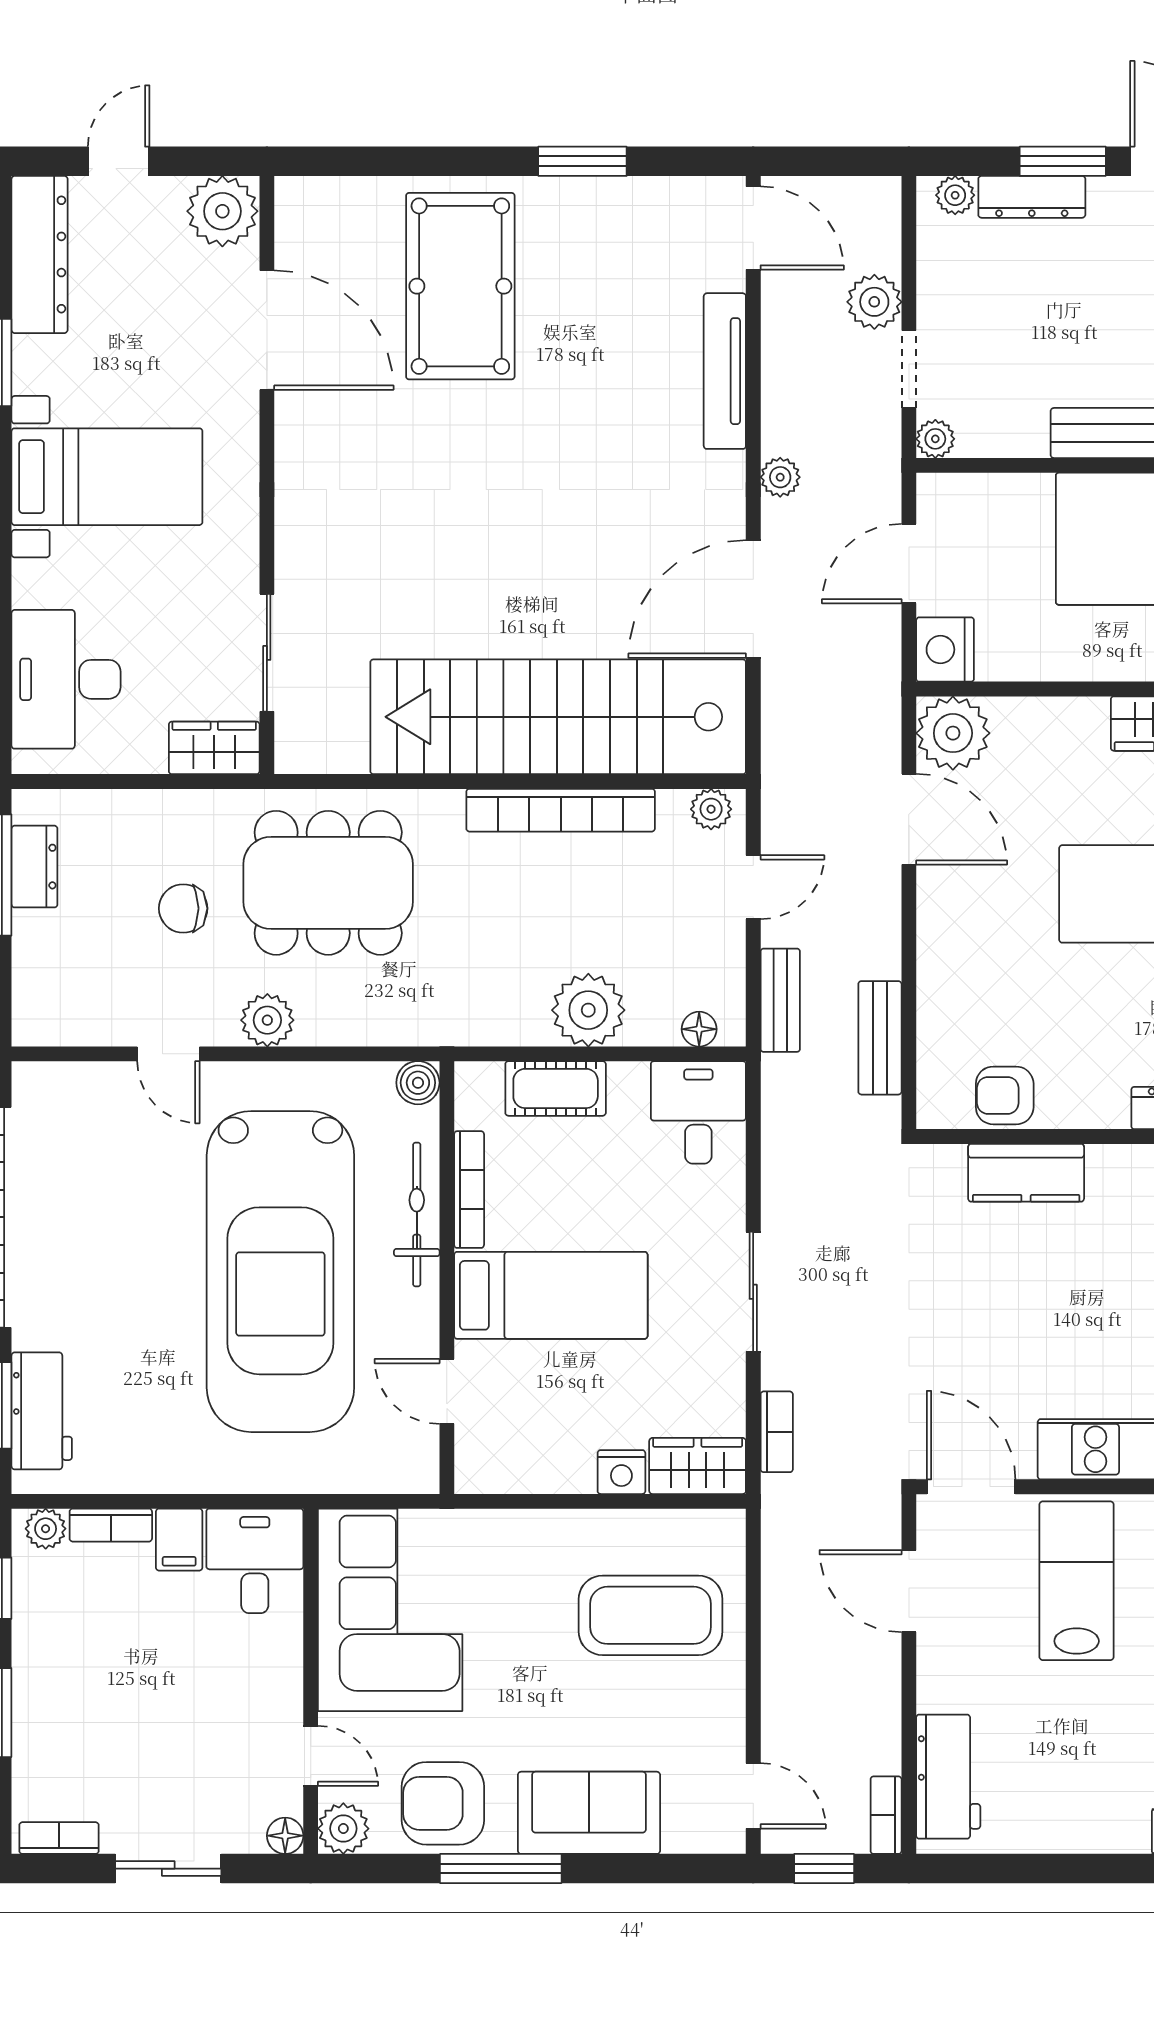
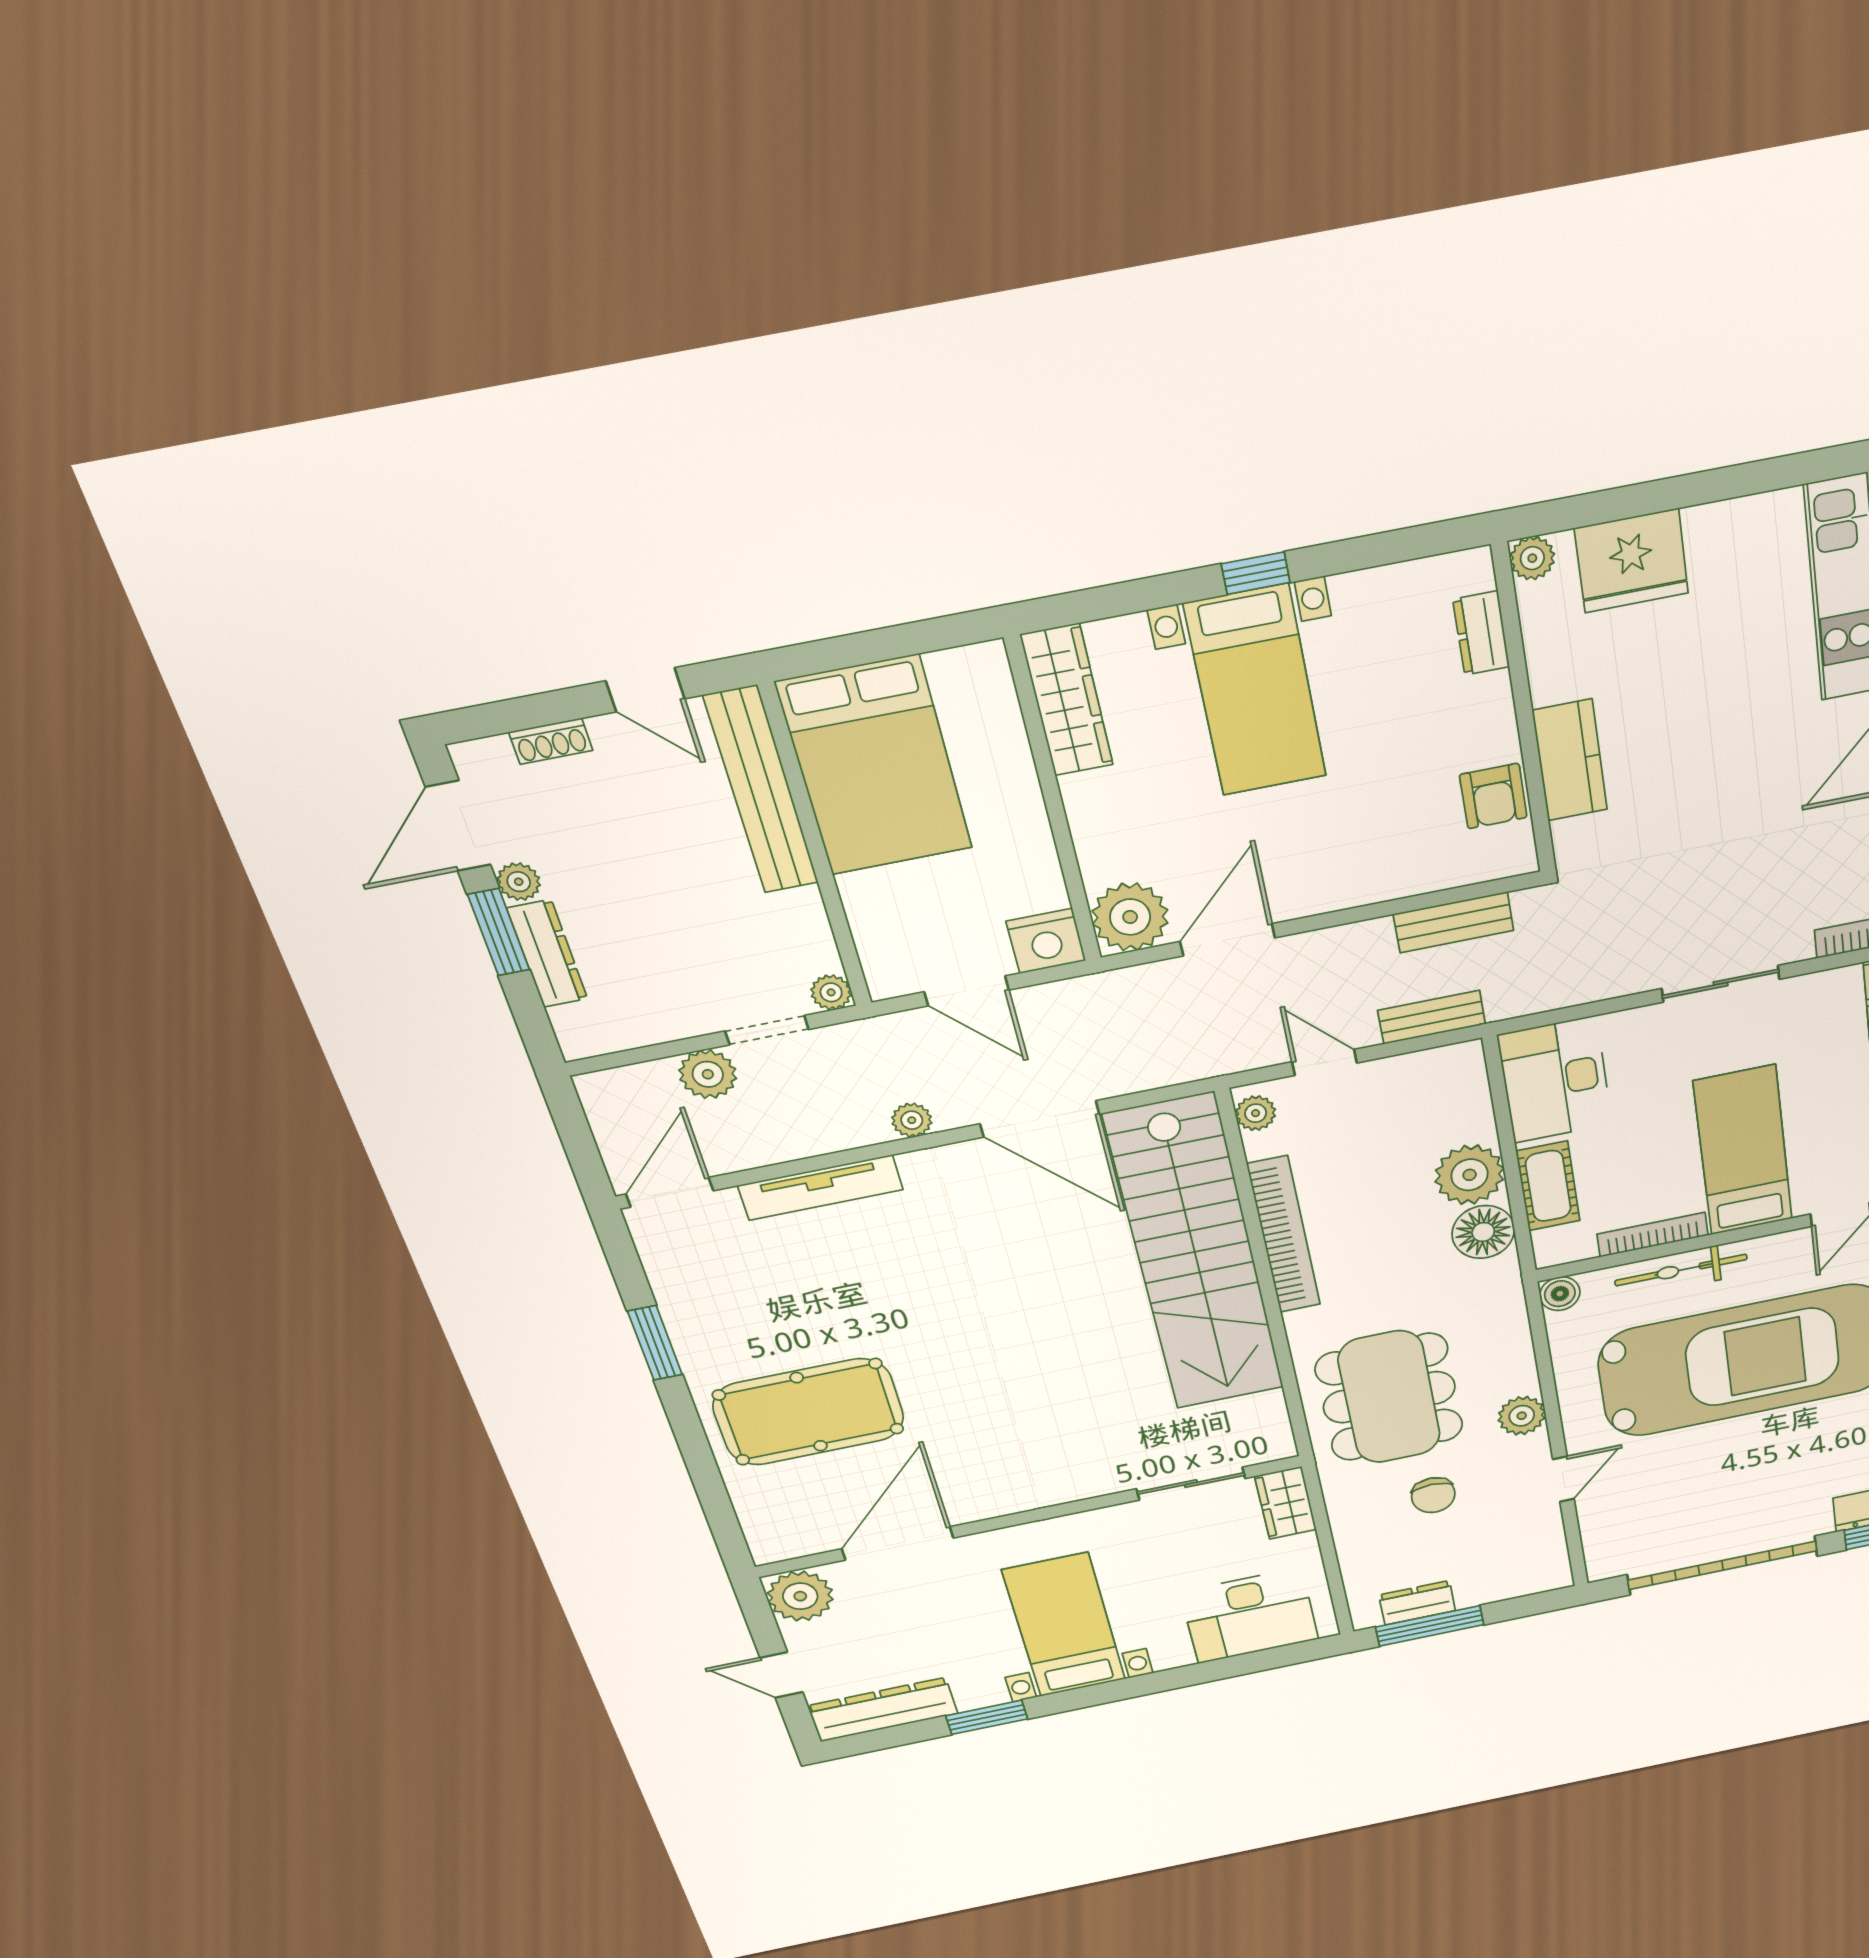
plant: (955, 195) -> (519, 882), moved
floor lamp: (699, 1029) -> (1483, 1232), moved, width x1.89, depth x1.89
desk: (698, 1112) -> (1555, 1080), width x1.37

